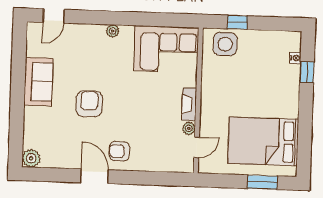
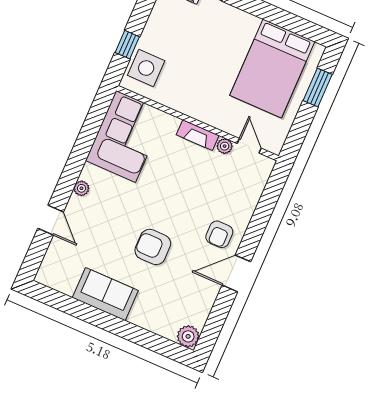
door: (54, 16) -> (51, 220), moved

